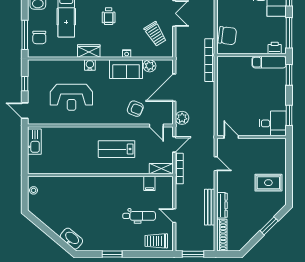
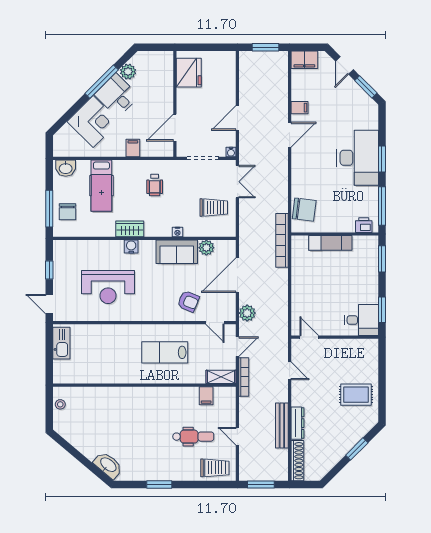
trolley: (155, 34) -> (214, 207), turned -58
exam couch: (269, 62) -> (330, 243), moved
trolley: (156, 241) -> (215, 468), turned 180

